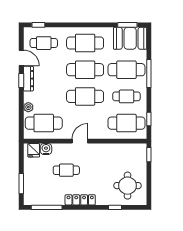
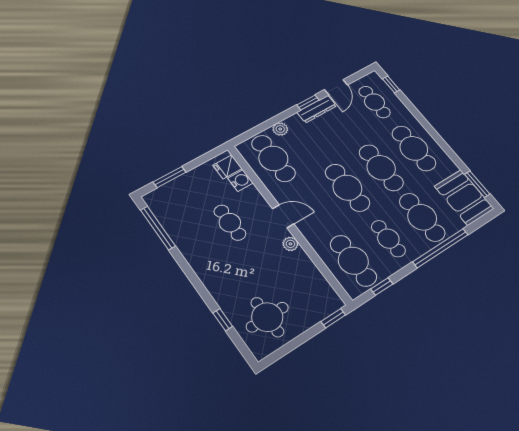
window: (149, 73) -> (441, 248), width x1.46
plant: (97, 148) -> (290, 244), added
locker: (80, 200) -> (200, 266), removed

